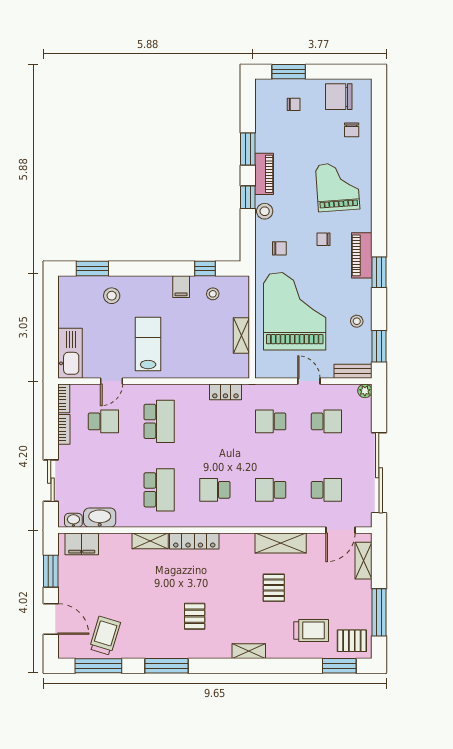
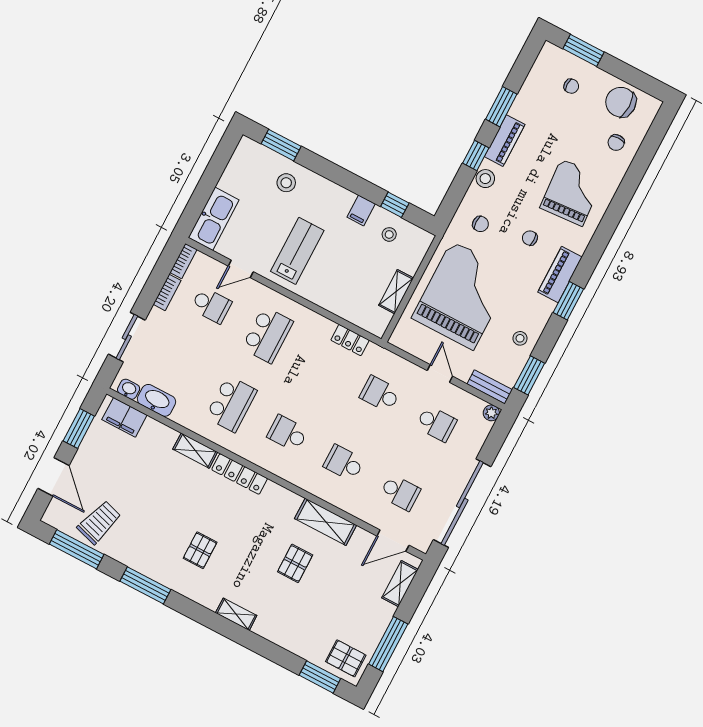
trolley: (311, 630) -> (310, 626), removed

